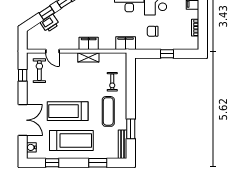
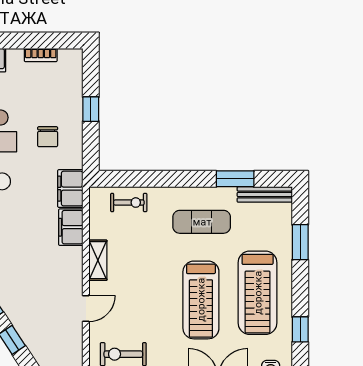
printer: (50, 23) -> (32, 334), removed
filing cabinet: (89, 43) -> (71, 227), moved
door: (52, 51) -> (86, 309), moved
exercise bike: (112, 82) -> (129, 203), moved
treadmill: (71, 141) -> (258, 293), turned 180

